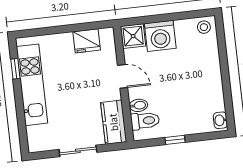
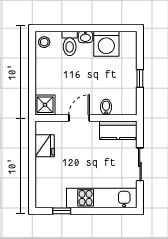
washing machine: (160, 36) -> (106, 44), moved, turned 90
kitchen unit: (32, 85) -> (102, 198), moved
washbasin: (220, 120) -> (85, 37), moved
toilet: (145, 121) -> (70, 43), moved, turned 180

